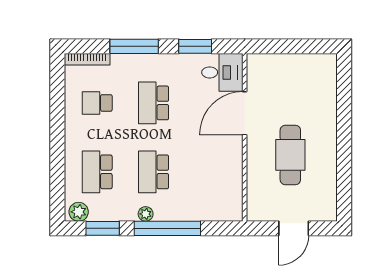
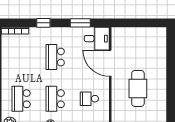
window: (134, 46) -> (43, 23), width x0.46
school desk: (97, 103) -> (89, 99), moved
door: (245, 113) -> (110, 63), hinge flipped

